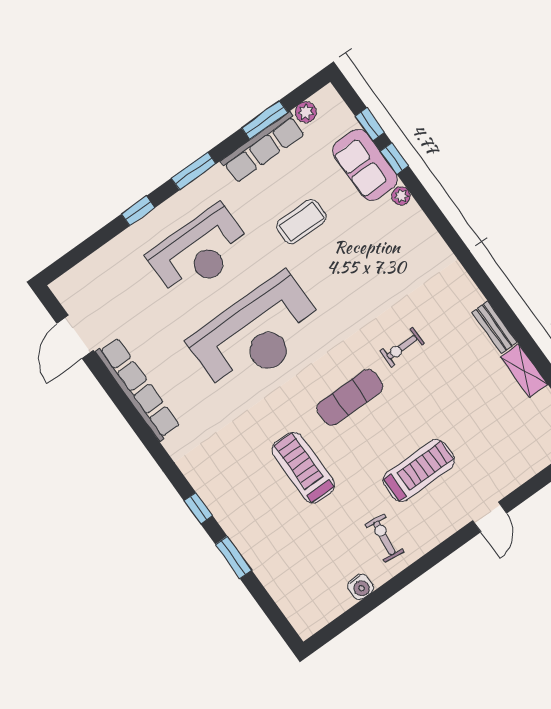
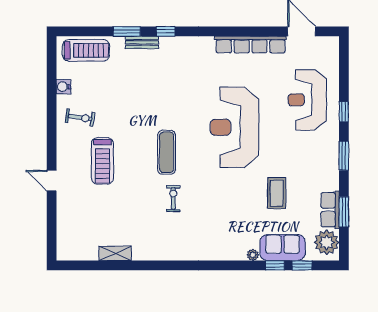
plant: (306, 112) -> (327, 242), width x1.87, depth x1.87
row of seats: (263, 147) -> (330, 210), width x0.68
reception desk: (199, 252) -> (307, 100), moved
bench: (495, 327) -> (142, 42), moved
treadmill: (303, 468) -> (86, 50), moved

